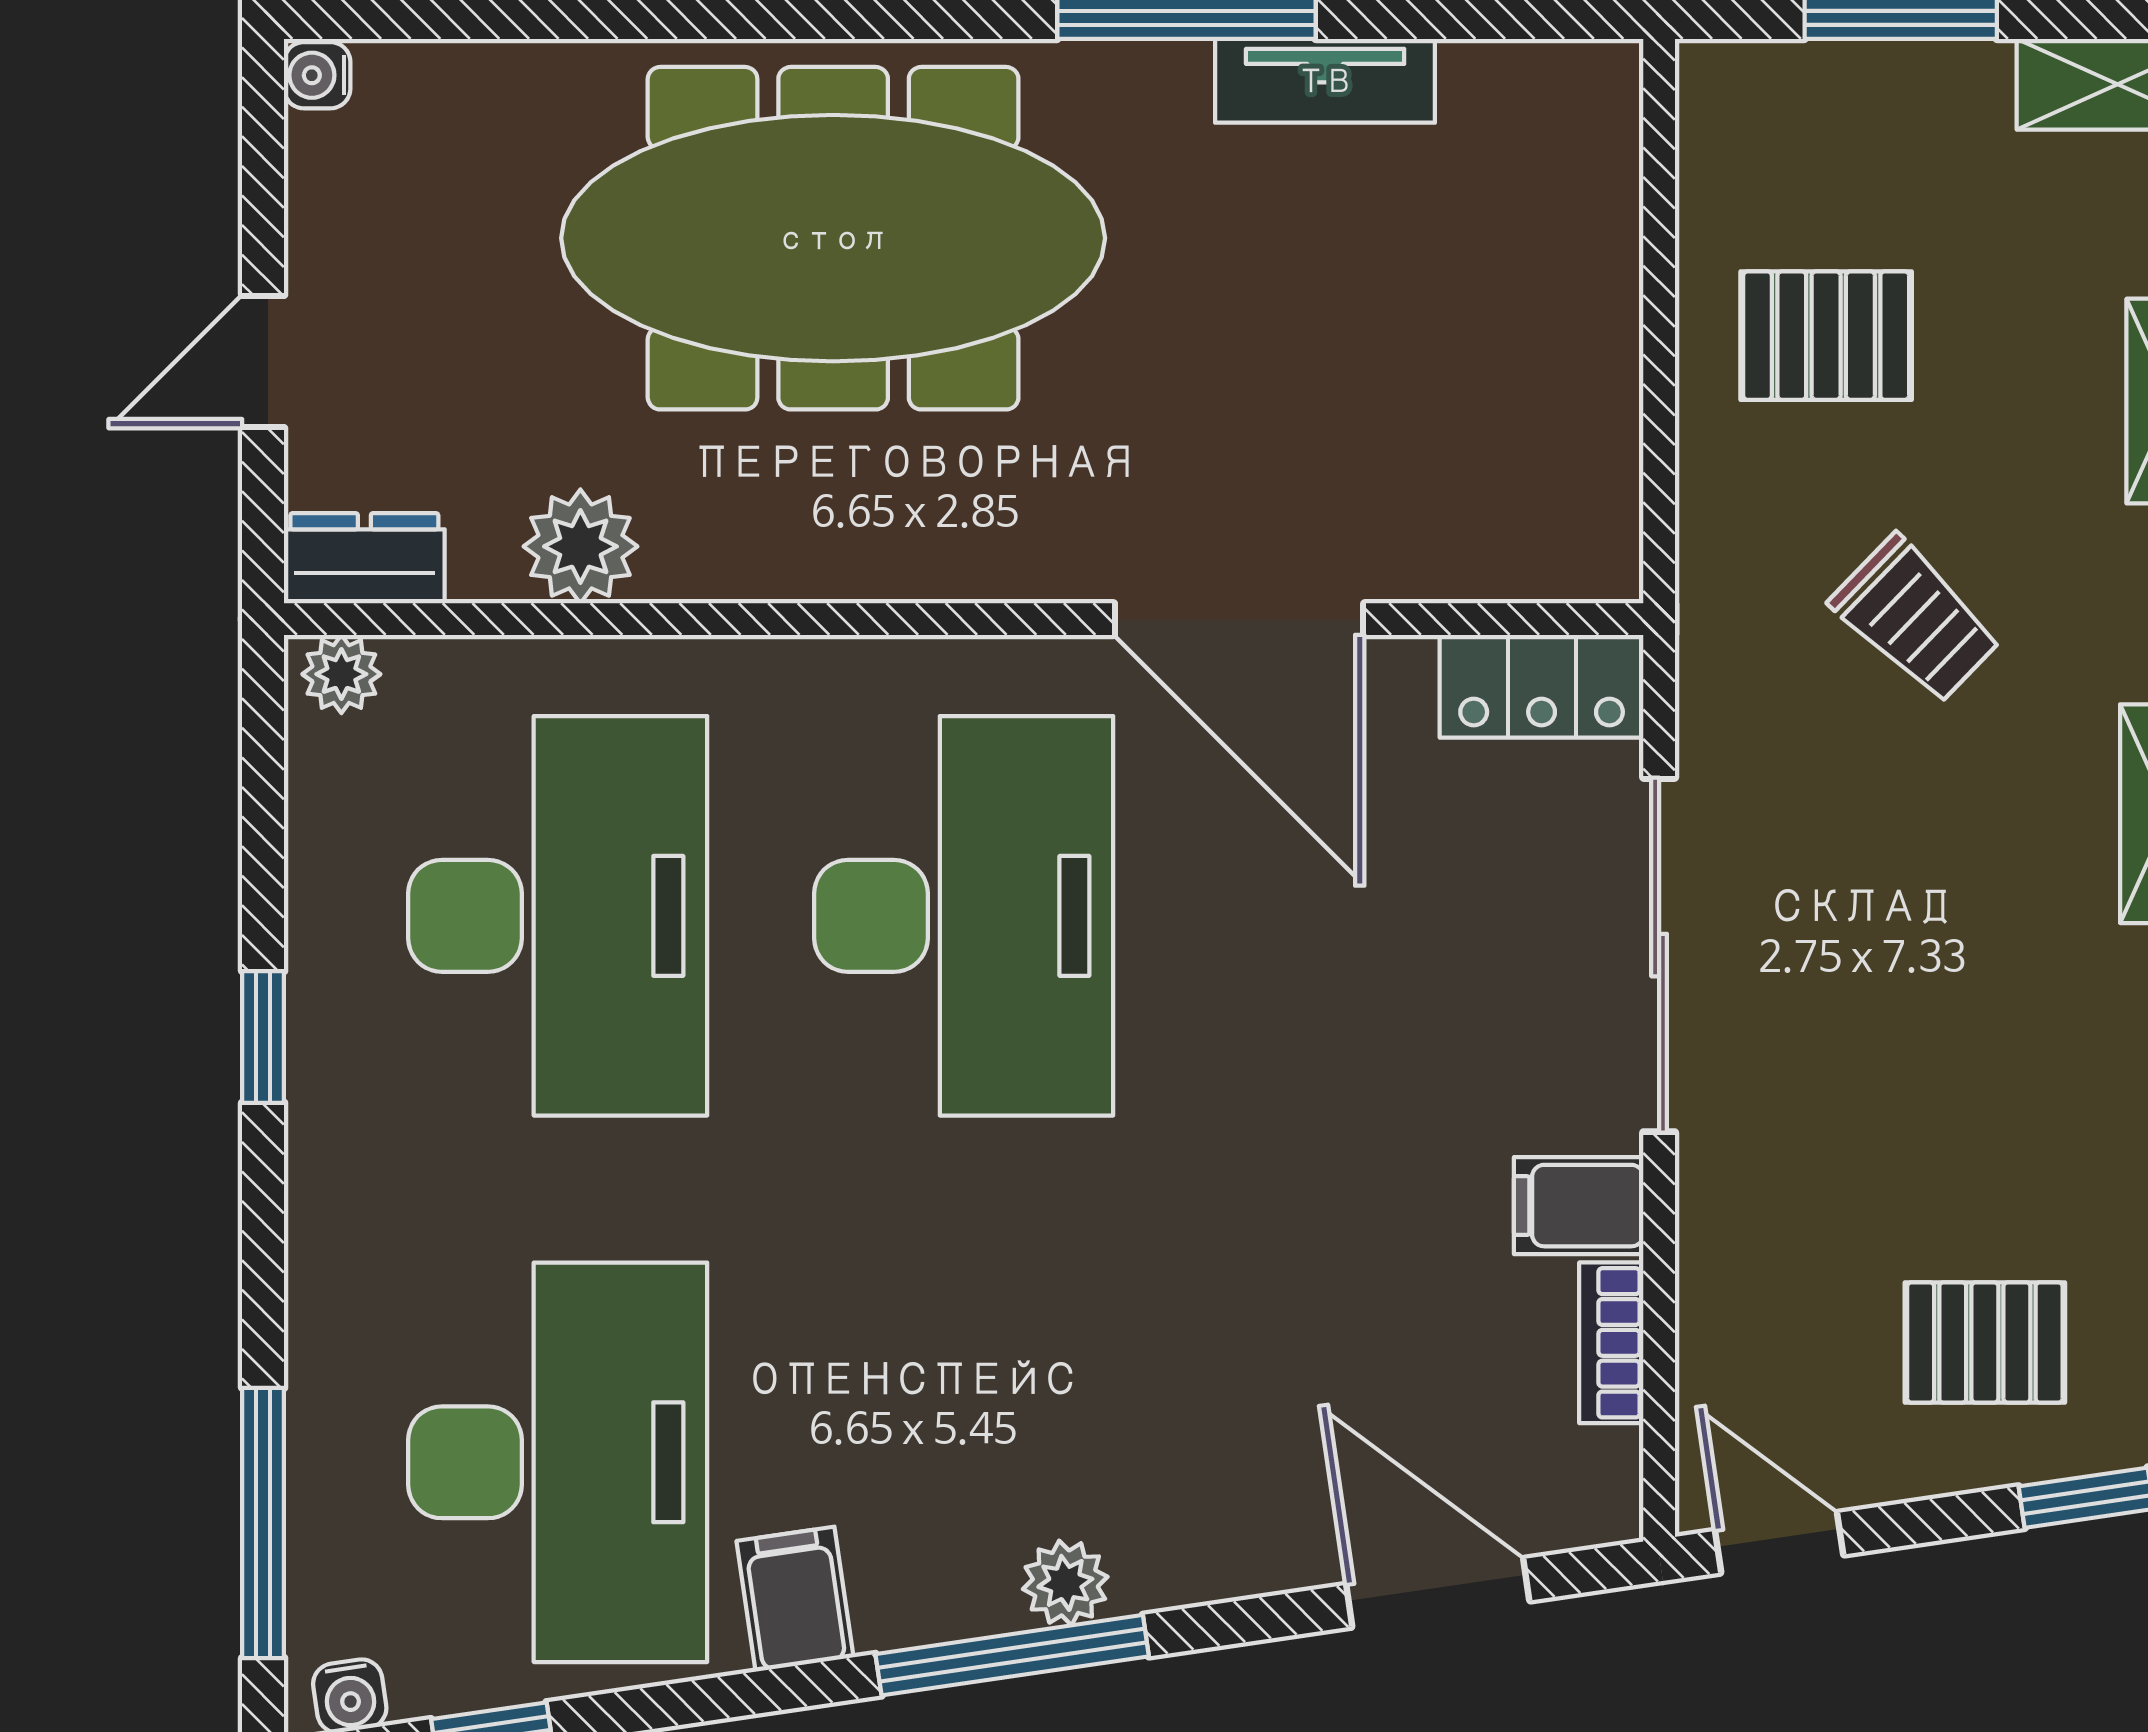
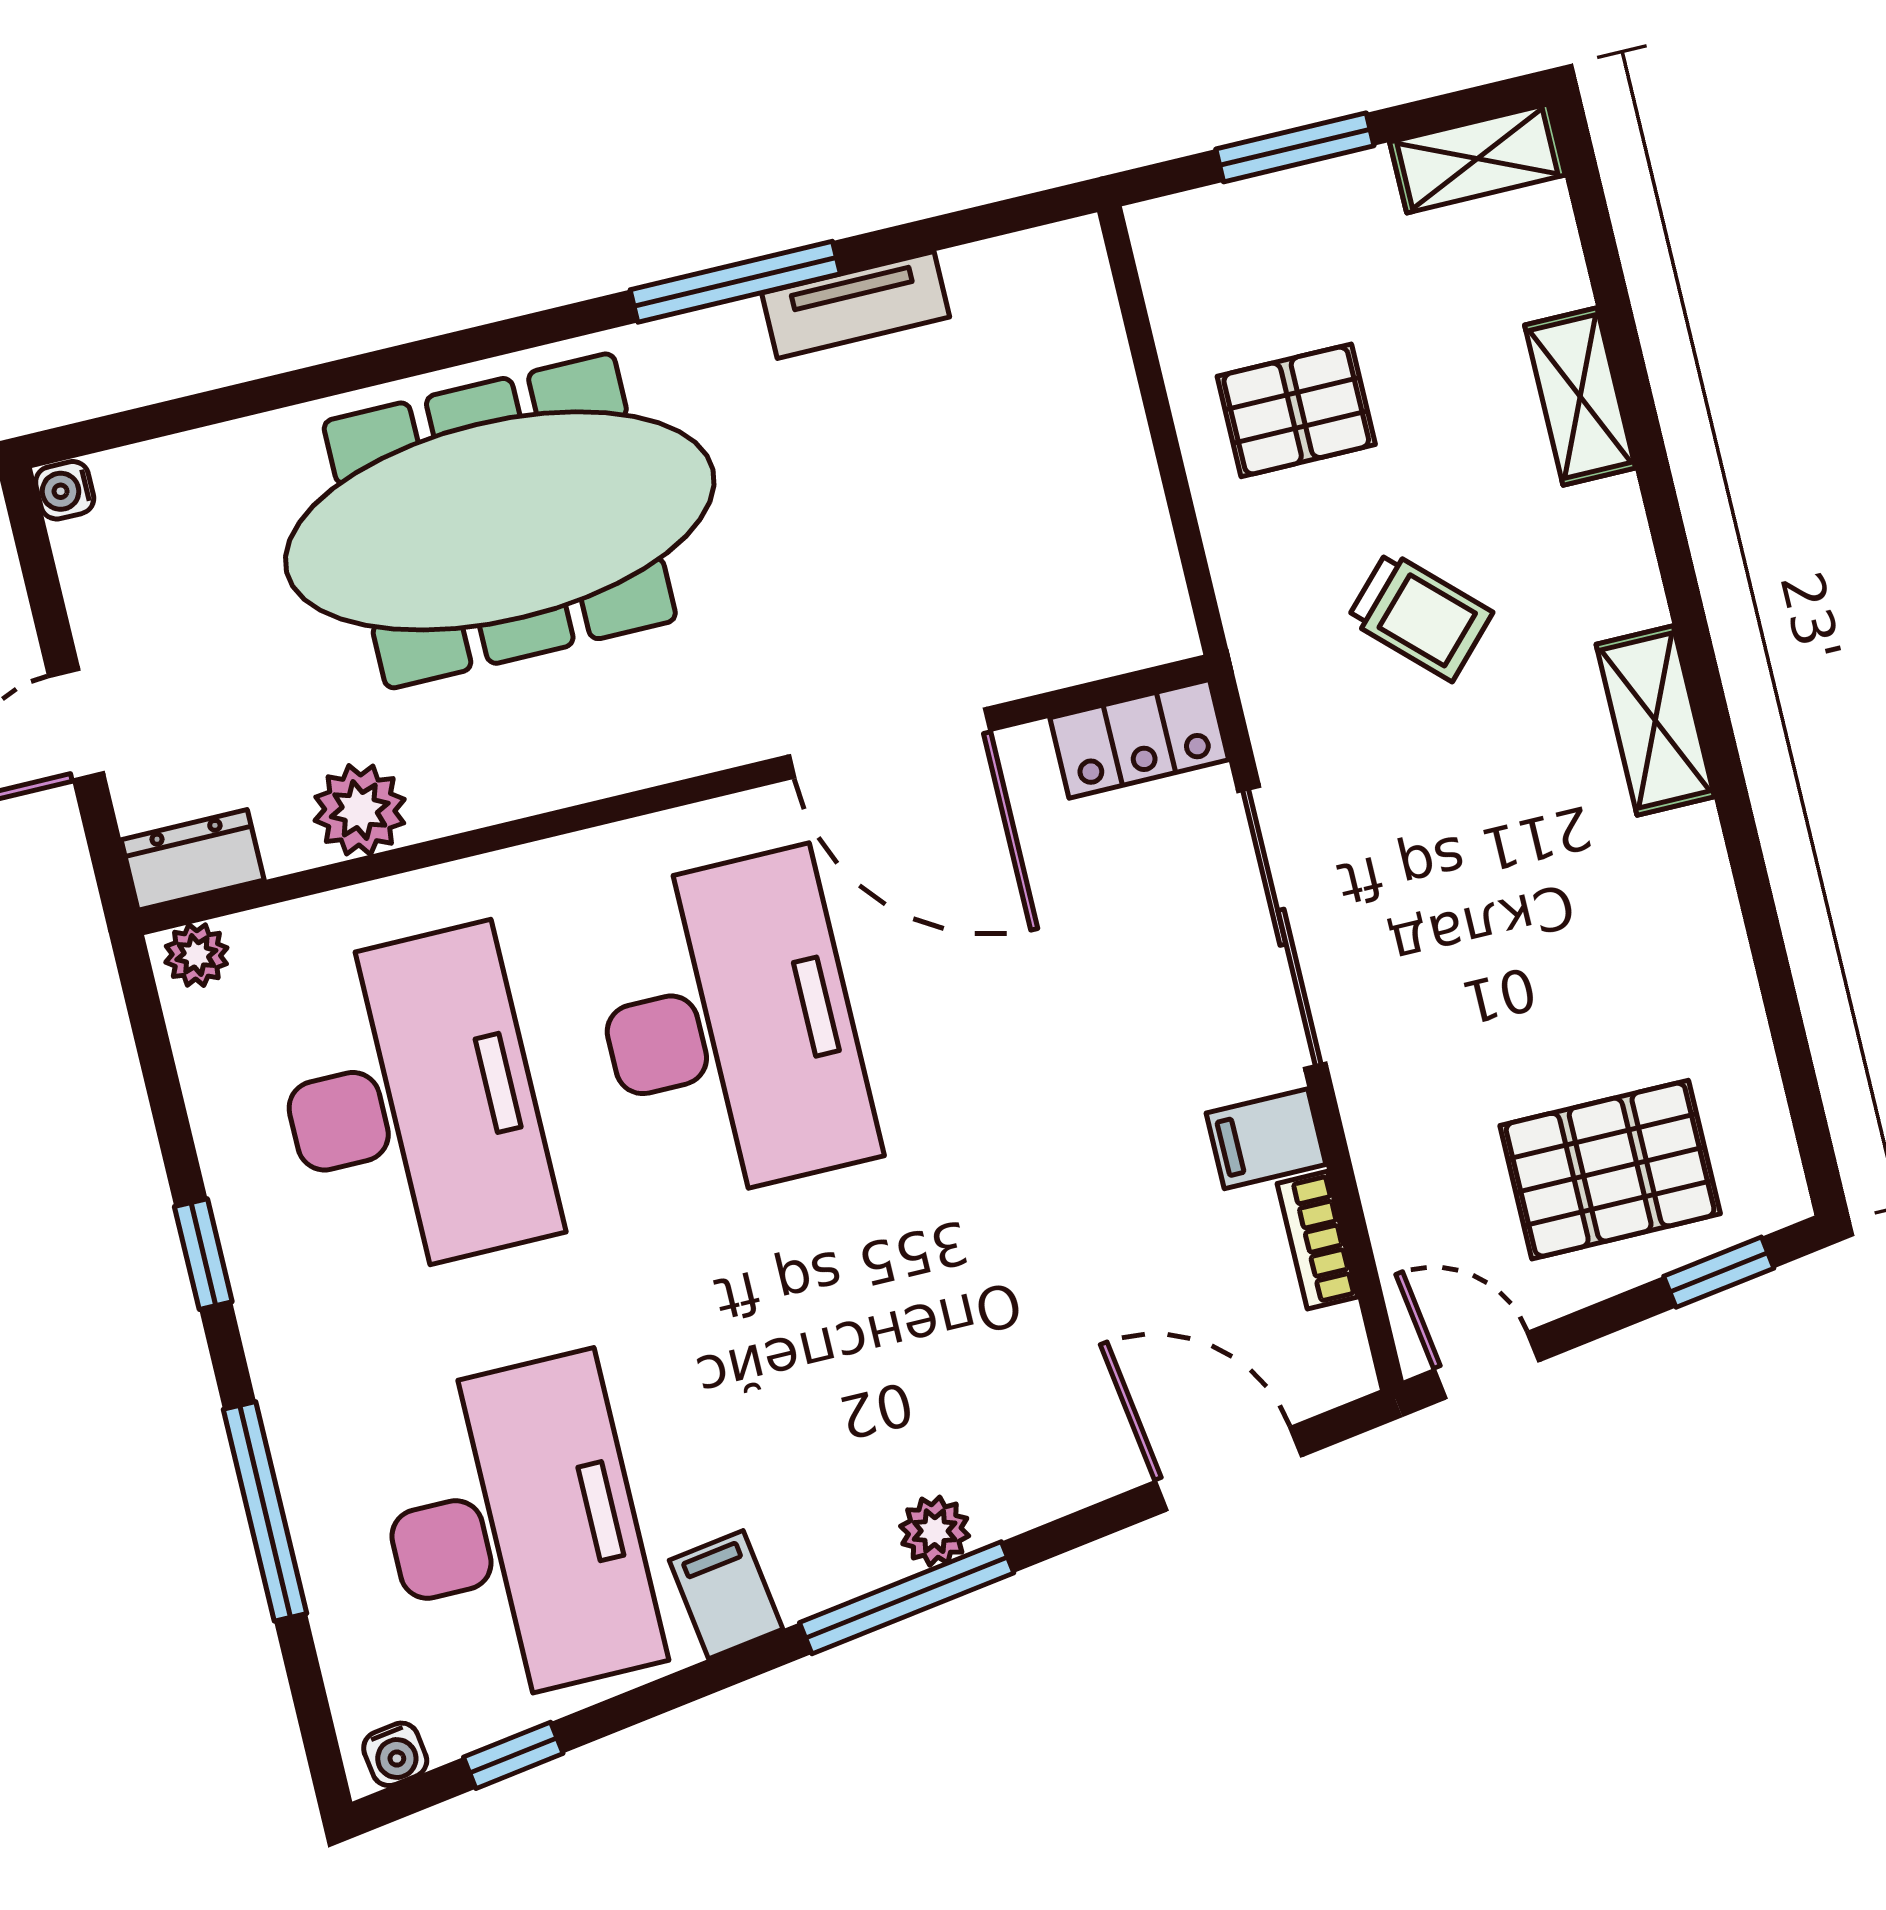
pallet: (1985, 1342) -> (1610, 1170), width x1.50, depth x1.42
window: (263, 1523) -> (265, 1511), moved

